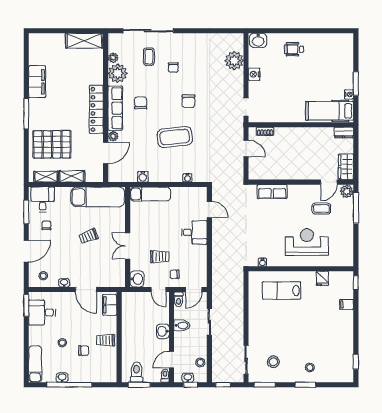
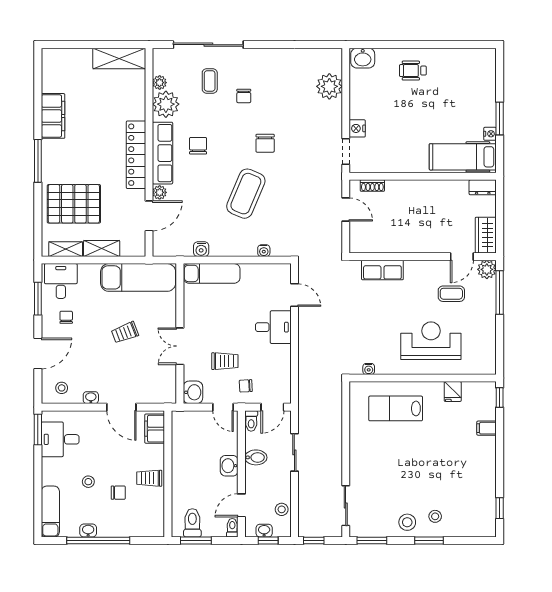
nightstand: (254, 74) -> (357, 128), moved
coffee table: (175, 137) -> (246, 194), turned -61
stool: (273, 362) -> (407, 522), moved

